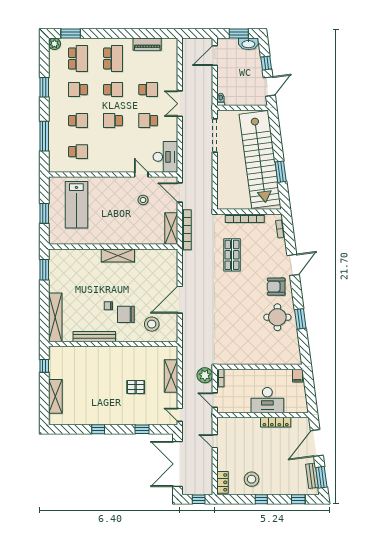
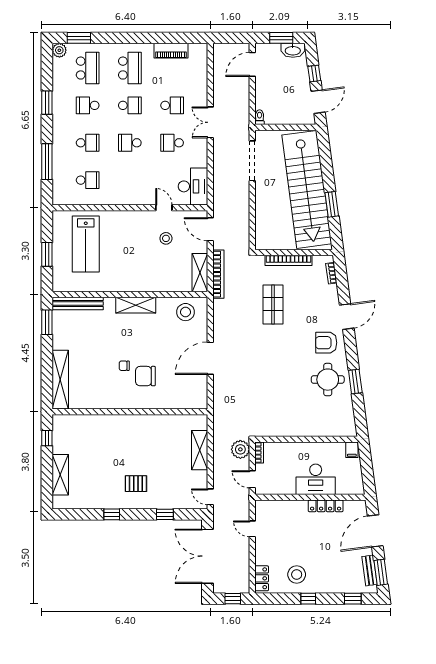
stool: (152, 324) -> (185, 312), moved
bench: (94, 337) -> (78, 304), moved
pallet: (136, 387) -> (136, 484), moved

